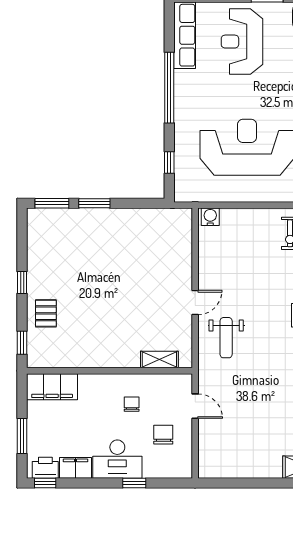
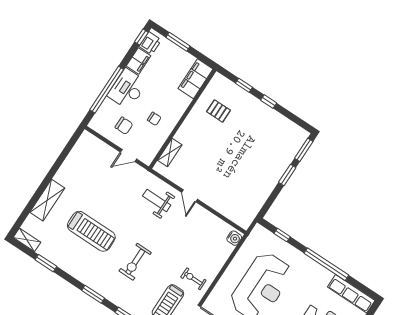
pallet: (46, 313) -> (218, 111), moved
window: (22, 343) -> (244, 85), moved
window: (134, 483) -> (107, 90), width x3.17

